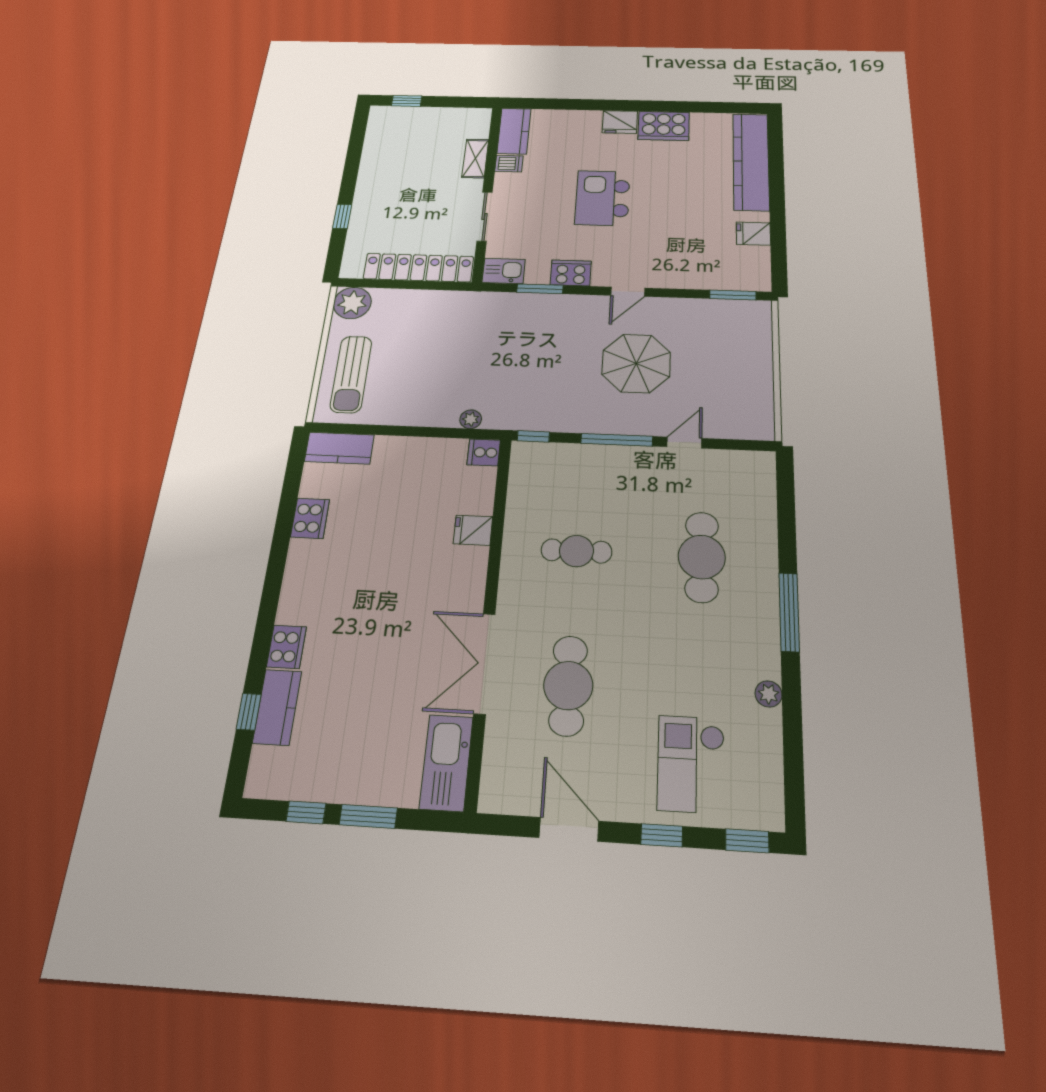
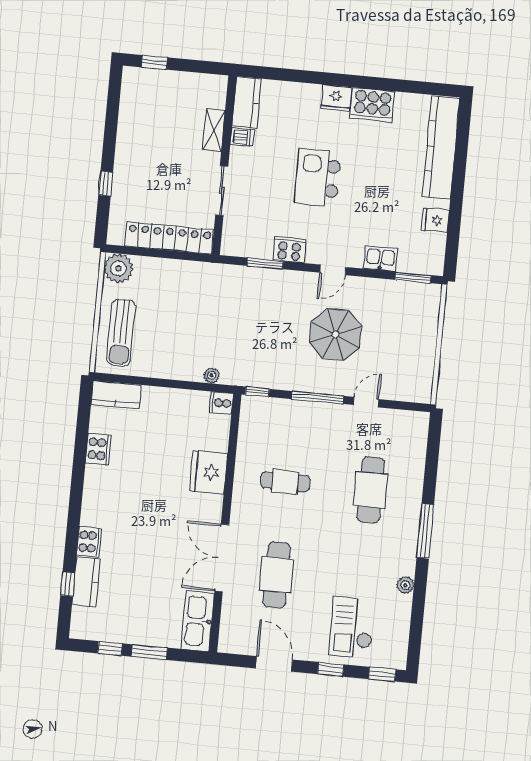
kitchen sink: (504, 271) -> (381, 259), moved
fridge: (473, 530) -> (208, 472), width x1.88, depth x1.34

